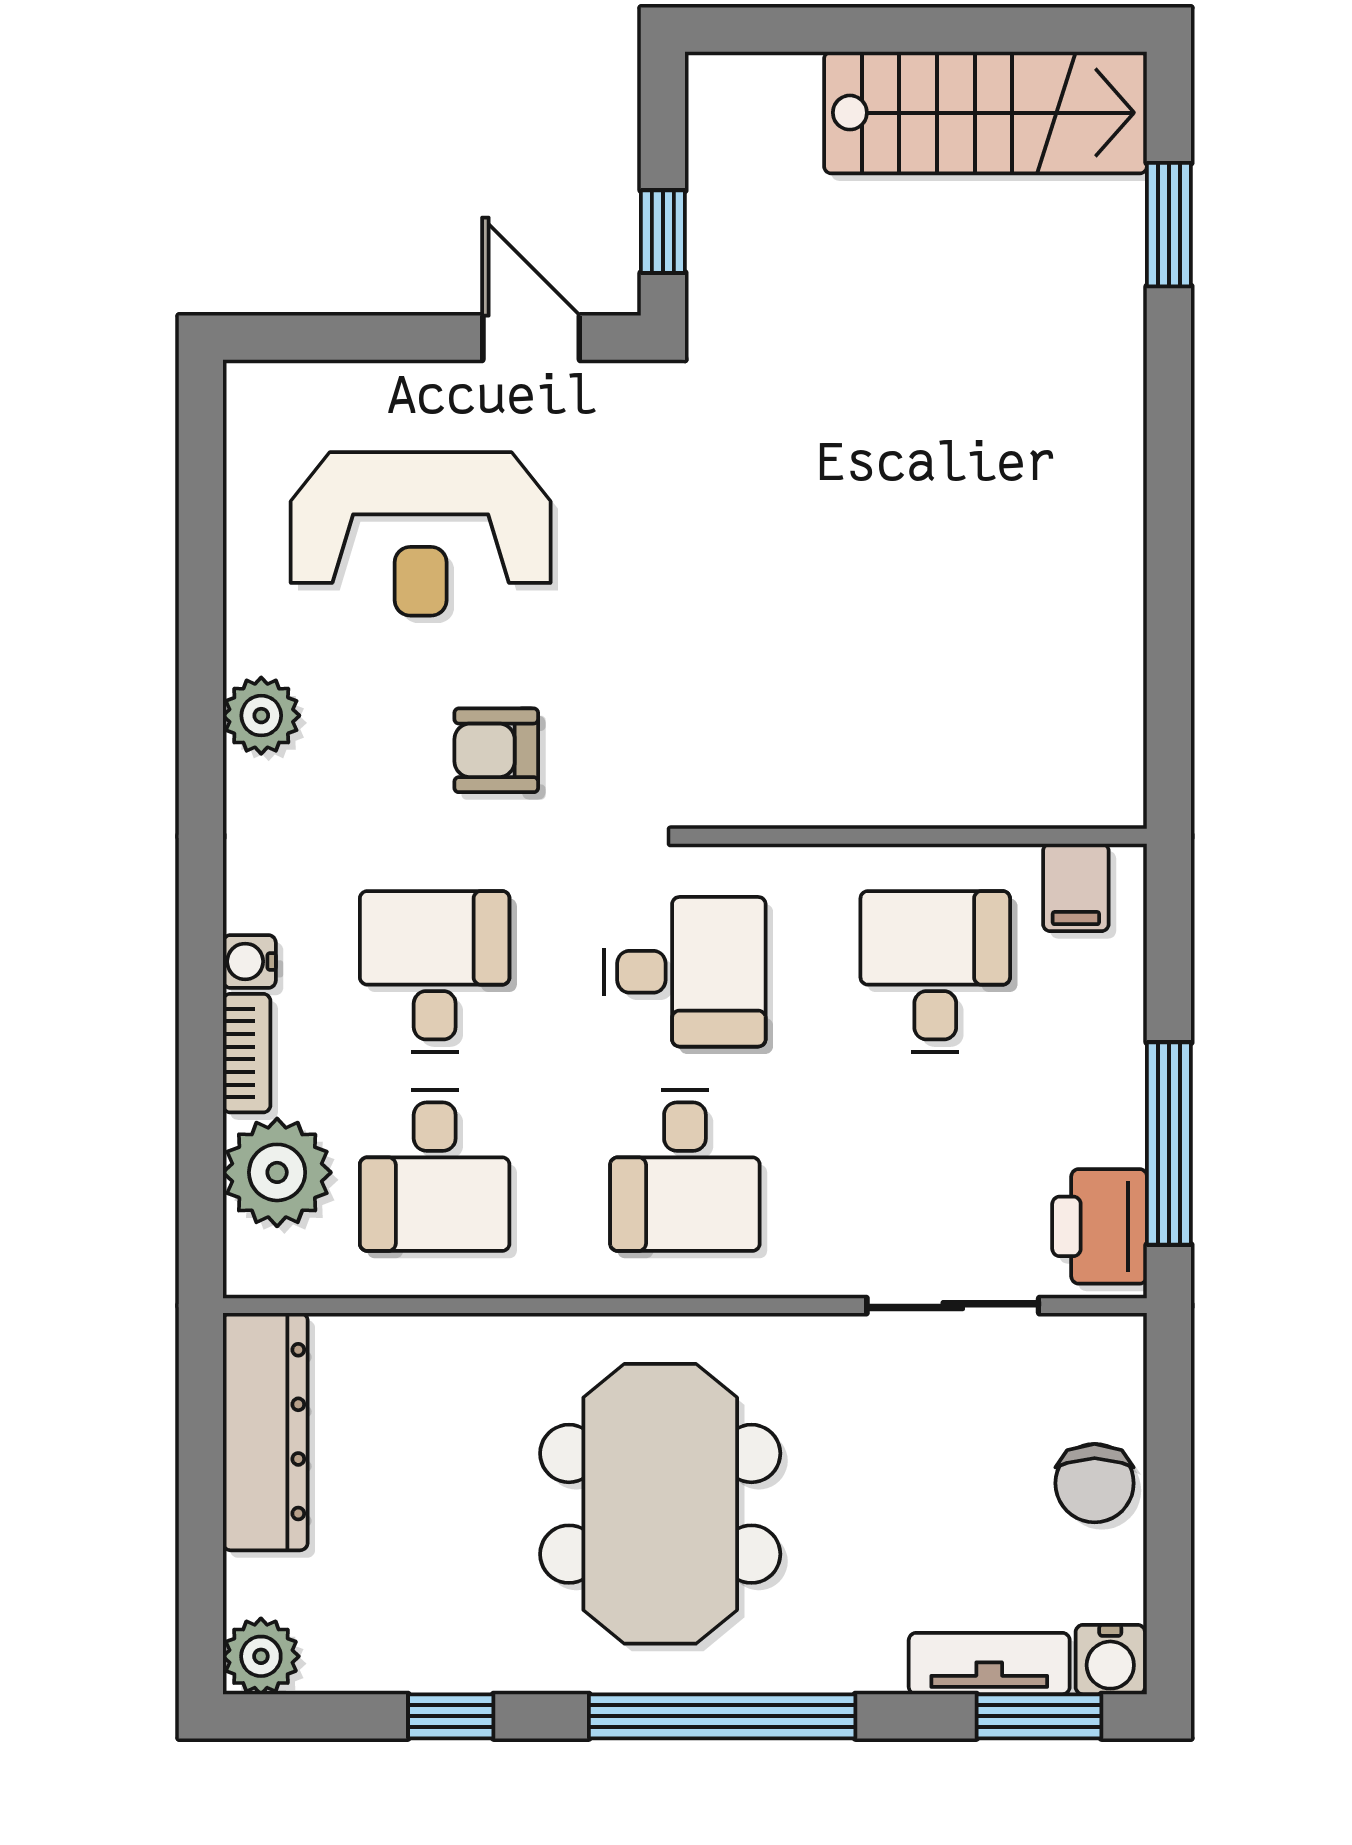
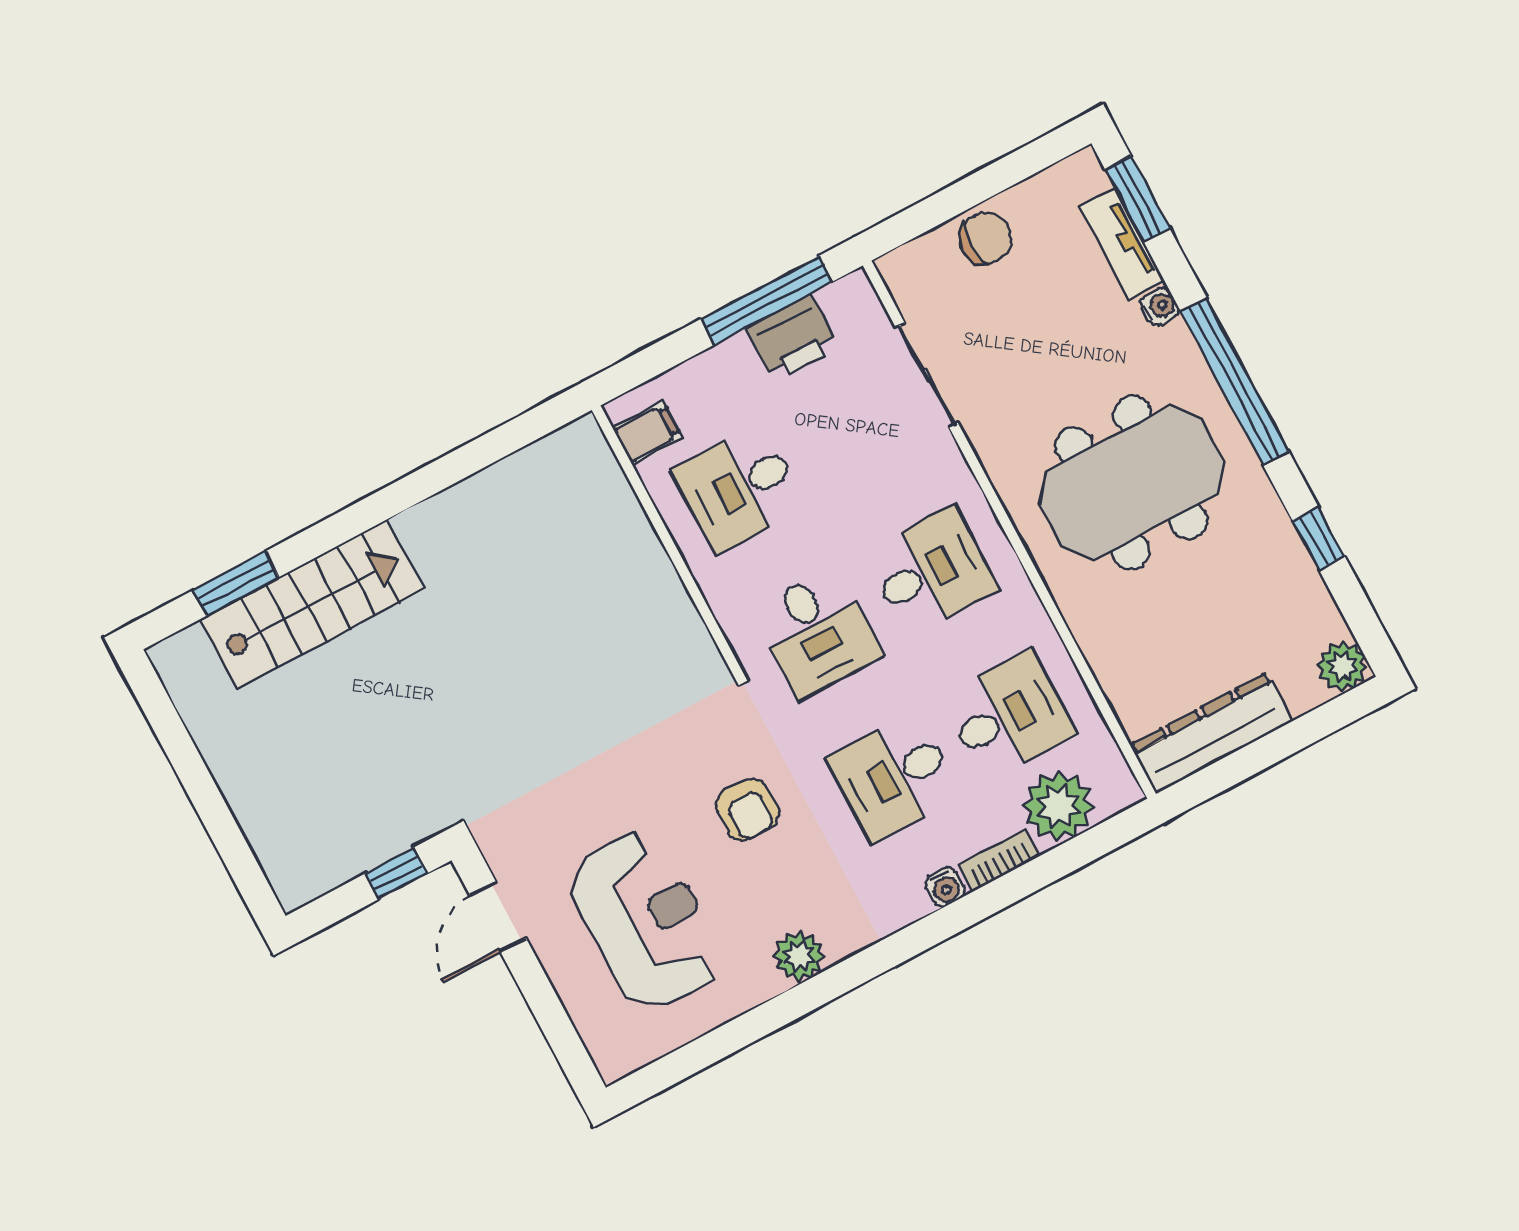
stairs: (985, 113) -> (312, 605), moved, turned 90
desk: (685, 972) -> (817, 633), turned 180
printer: (1100, 1226) -> (792, 338), moved
water cooler: (1110, 1660) -> (1160, 306), moved, width x0.72, depth x0.72

